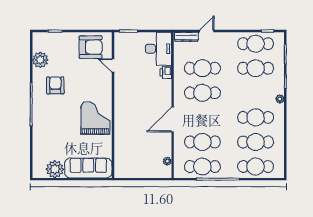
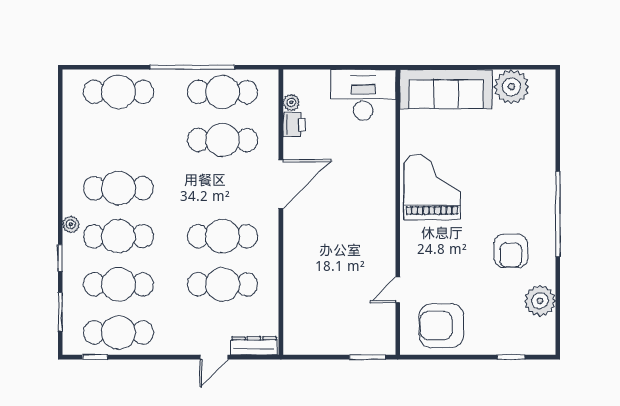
desk: (159, 49) -> (363, 95), moved, turned 90
door: (113, 65) -> (398, 290), swing flipped
printer: (166, 72) -> (294, 125), moved
grand piano: (95, 118) -> (432, 187), turned 180
cafe table: (256, 142) -> (118, 236), moved

